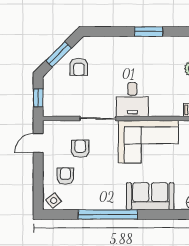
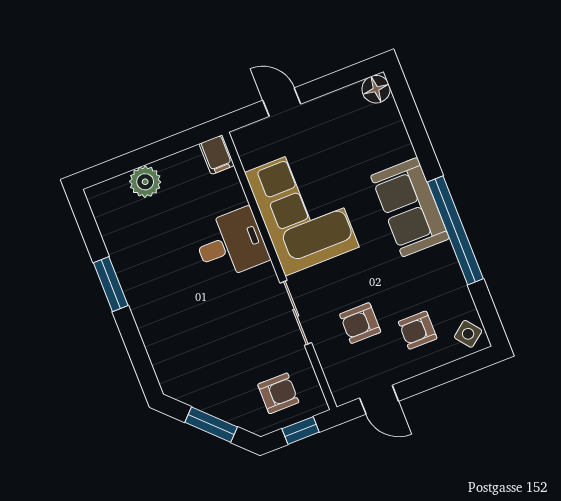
armchair: (79, 67) -> (278, 393), moved
desk: (132, 100) -> (231, 244), moved
sofa: (150, 196) -> (410, 207), moved

